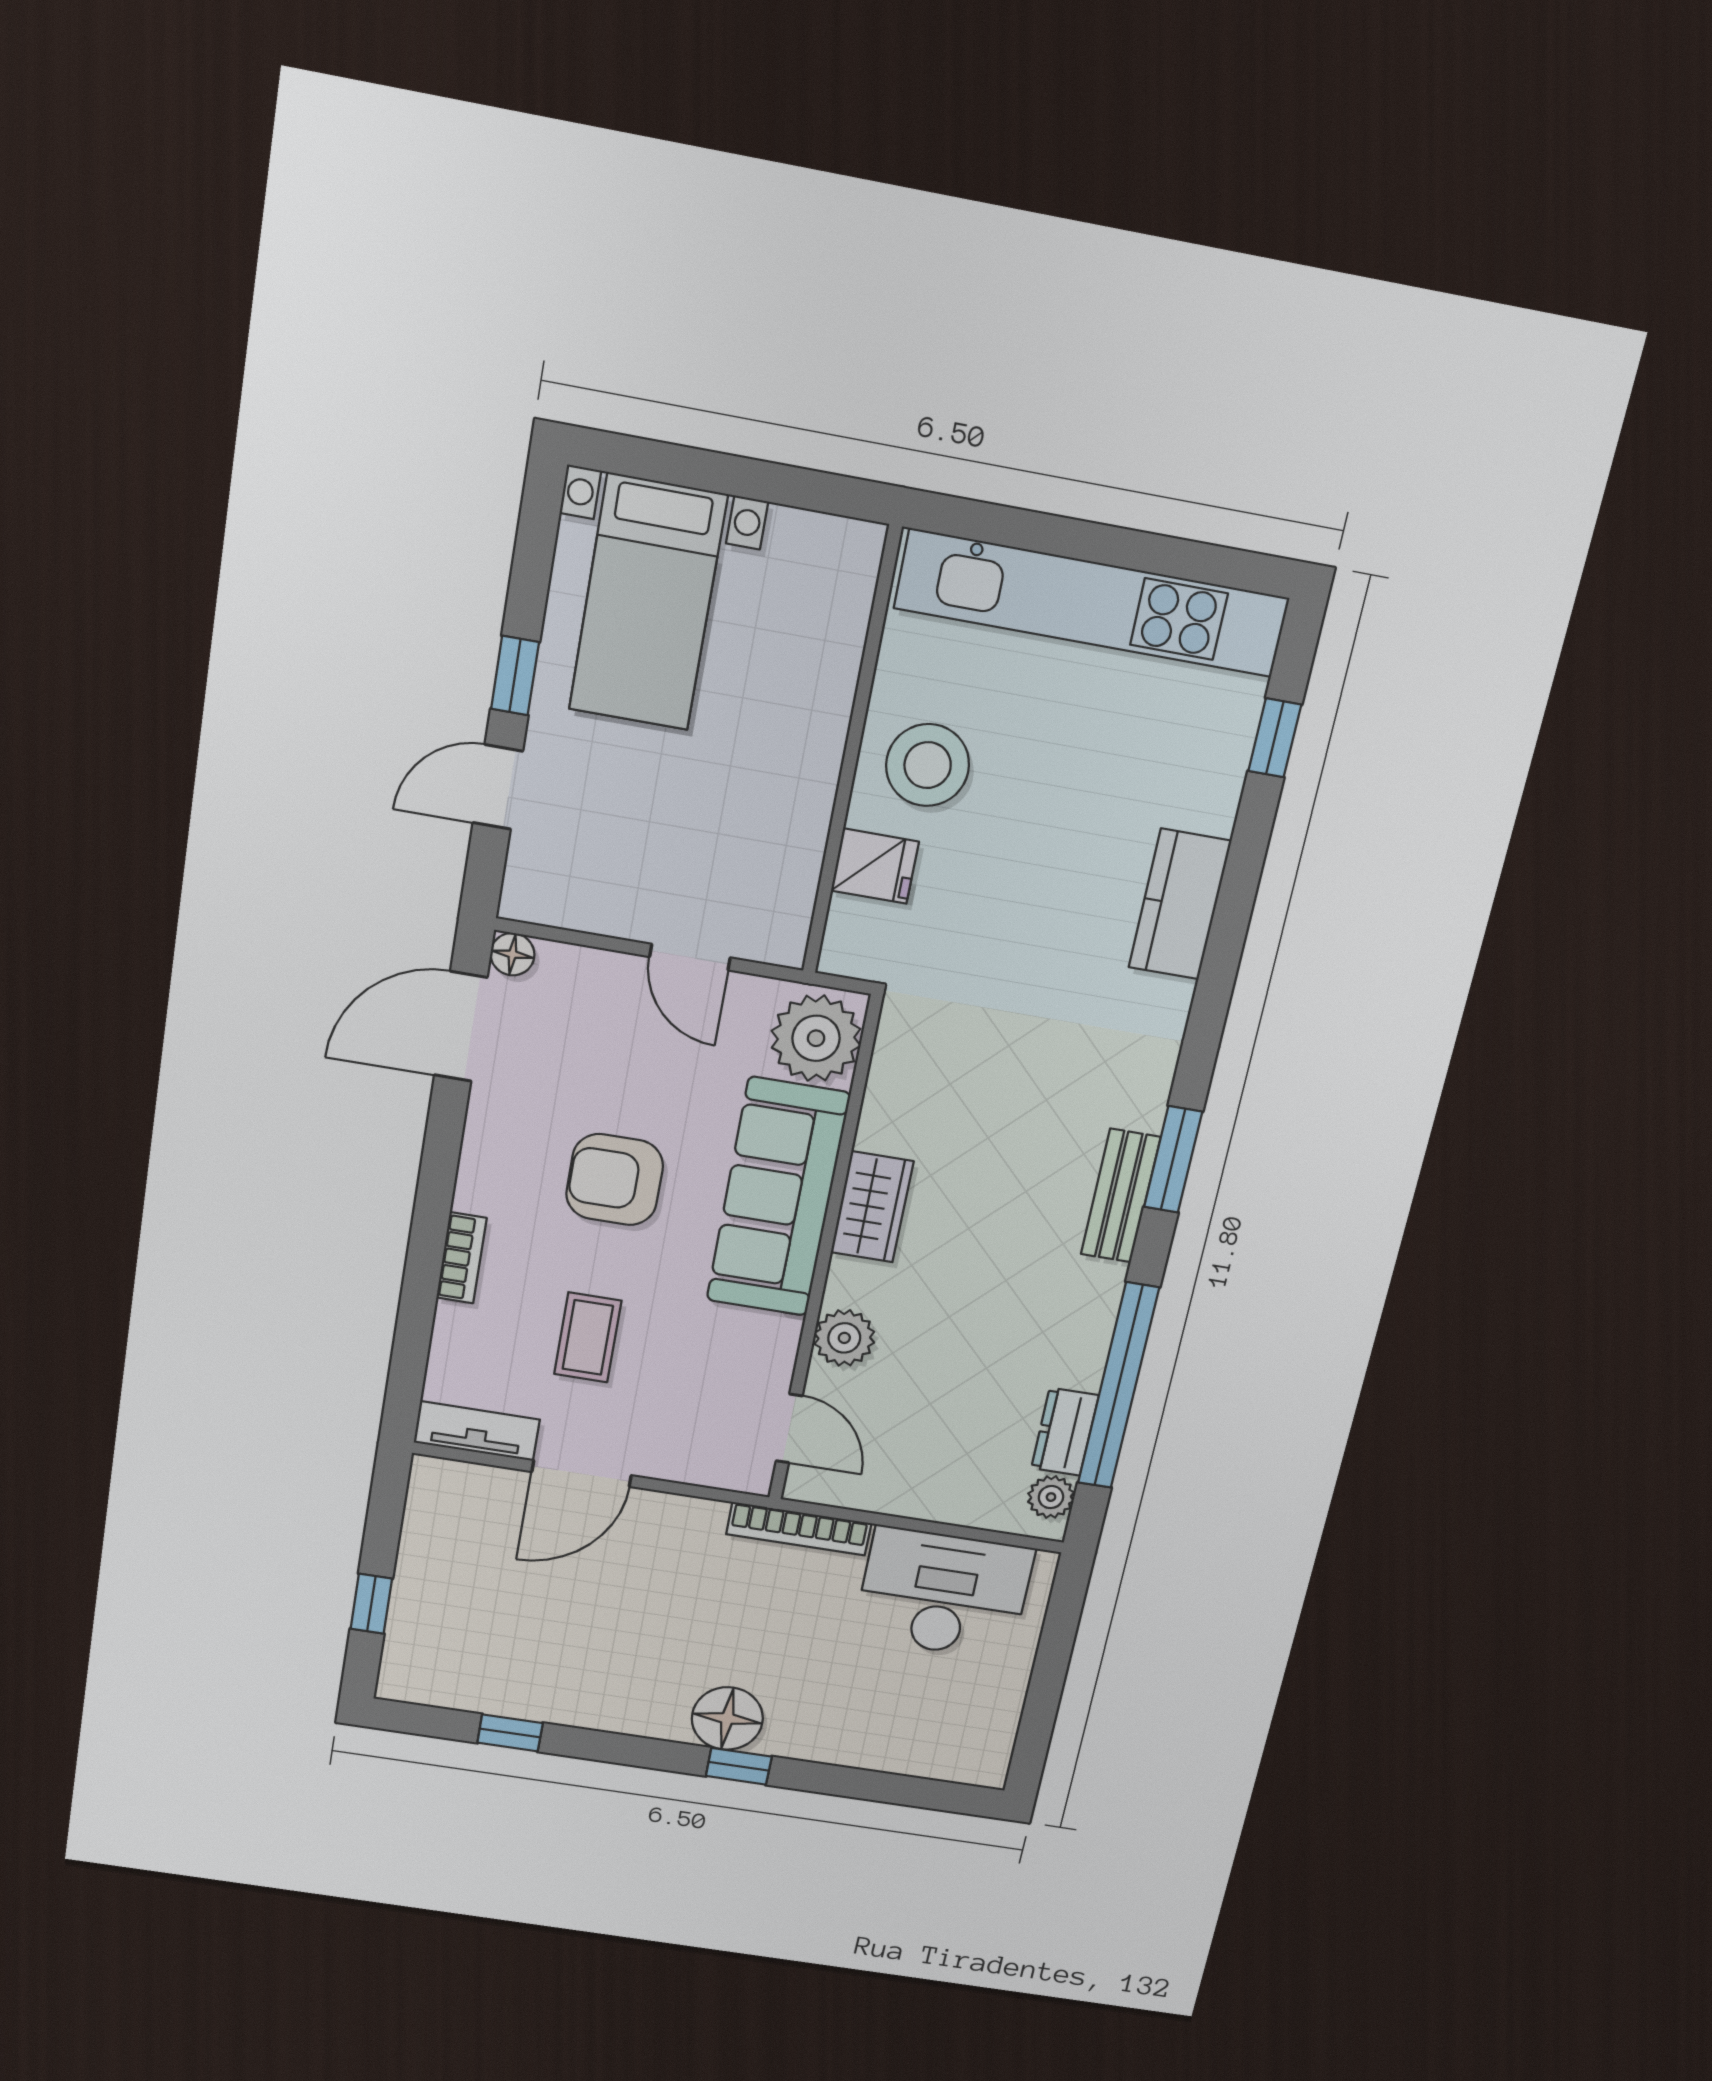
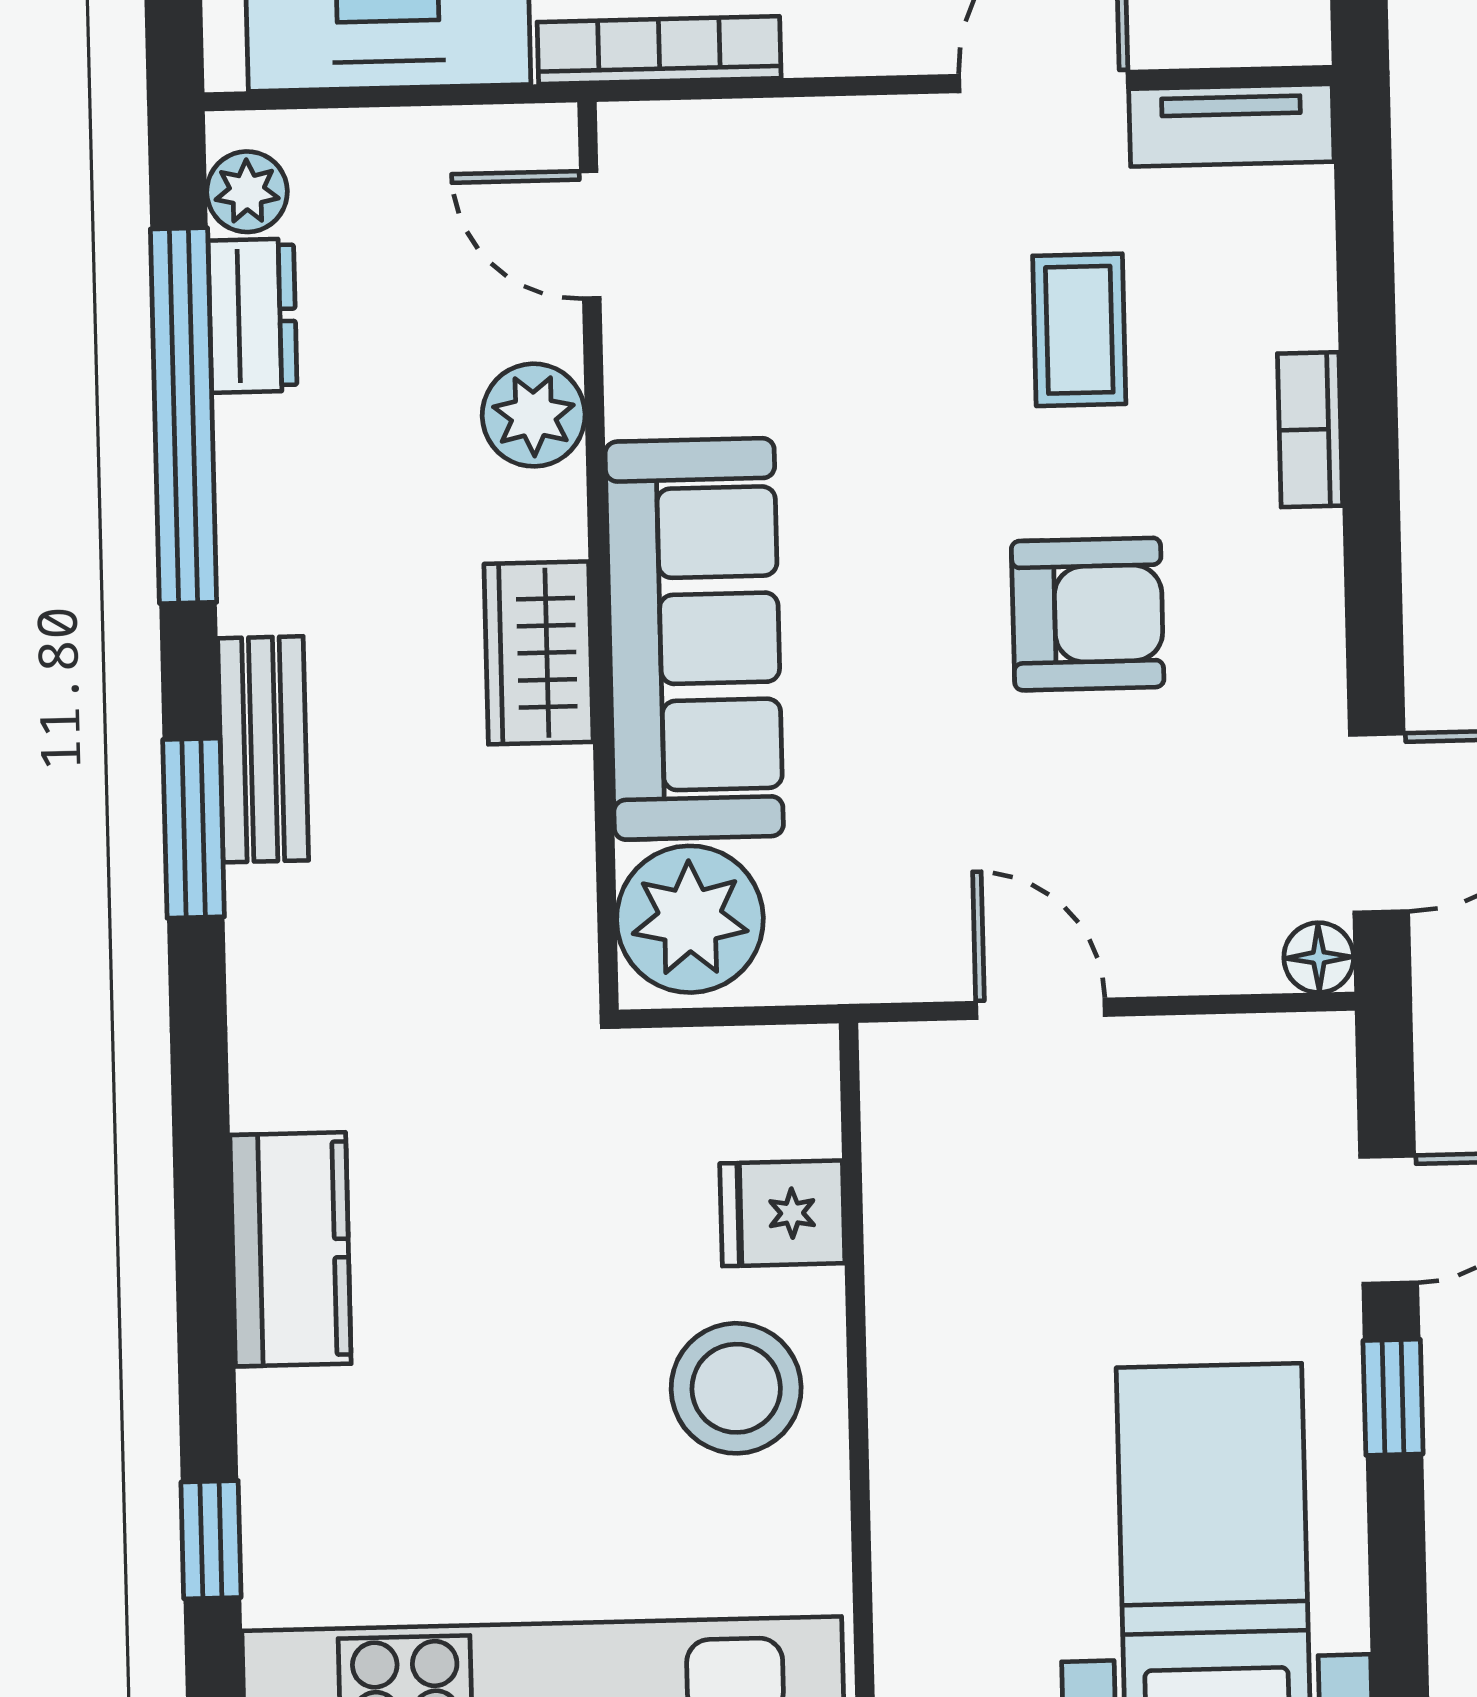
plant: (816, 1038) -> (690, 919), moved
sofa: (778, 1197) -> (694, 639), moved
wardrobe: (872, 1207) -> (538, 653), moved
wall: (824, 1254) -> (598, 556), moved
plant: (844, 1338) -> (534, 415), moved
door: (789, 1428) -> (590, 235), moved

